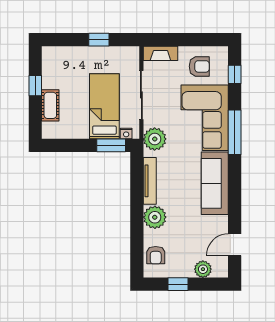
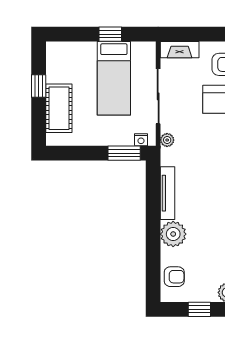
cot: (50, 105) -> (59, 108), width x1.37, depth x1.34
bed: (104, 106) -> (114, 78), moved, turned 180
plant: (155, 139) -> (167, 140), width x0.53, depth x0.53
armchair: (156, 255) -> (174, 277), turned -90

